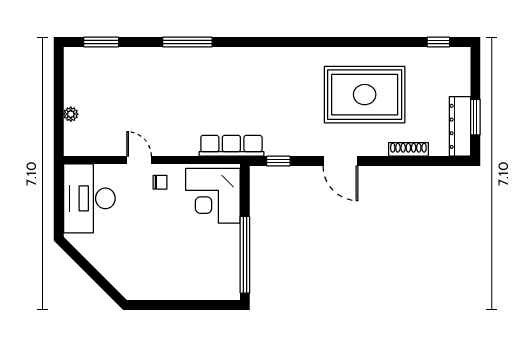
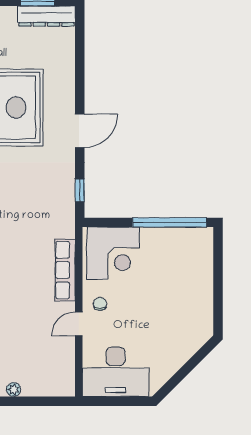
plant: (71, 114) -> (14, 390), moved
row of seats: (231, 146) -> (65, 270), moved
shoe rack: (408, 149) -> (69, 66), removed

